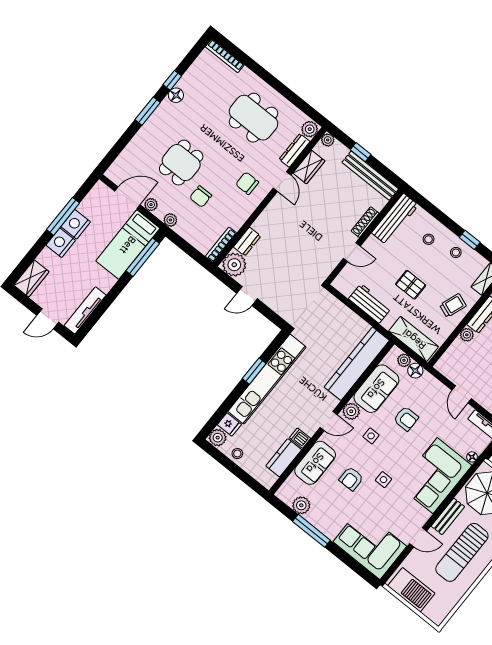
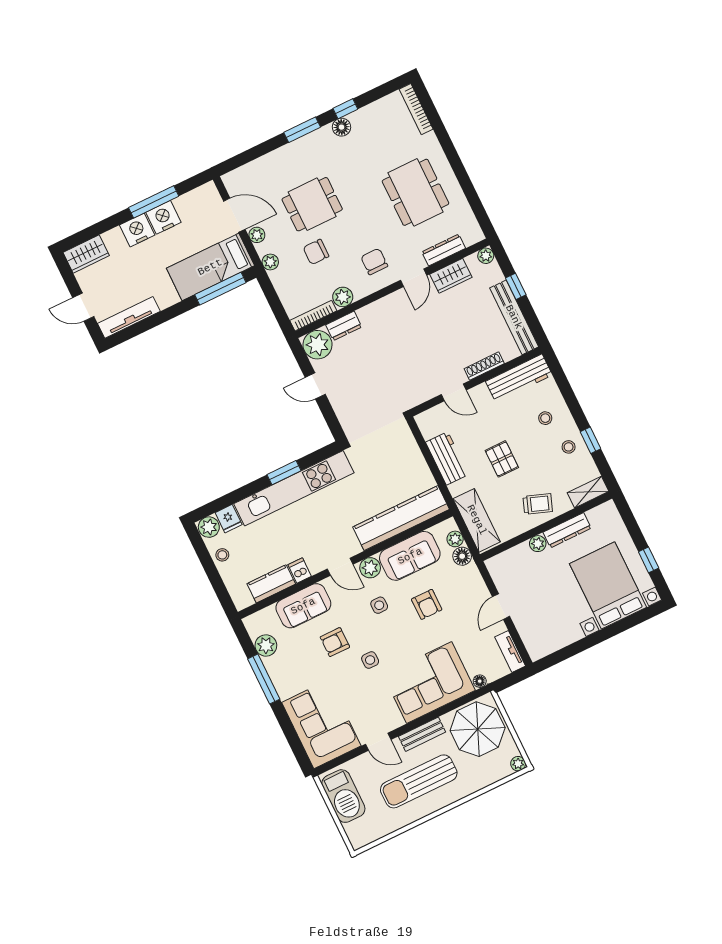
plant: (310, 129) -> (343, 297), moved

